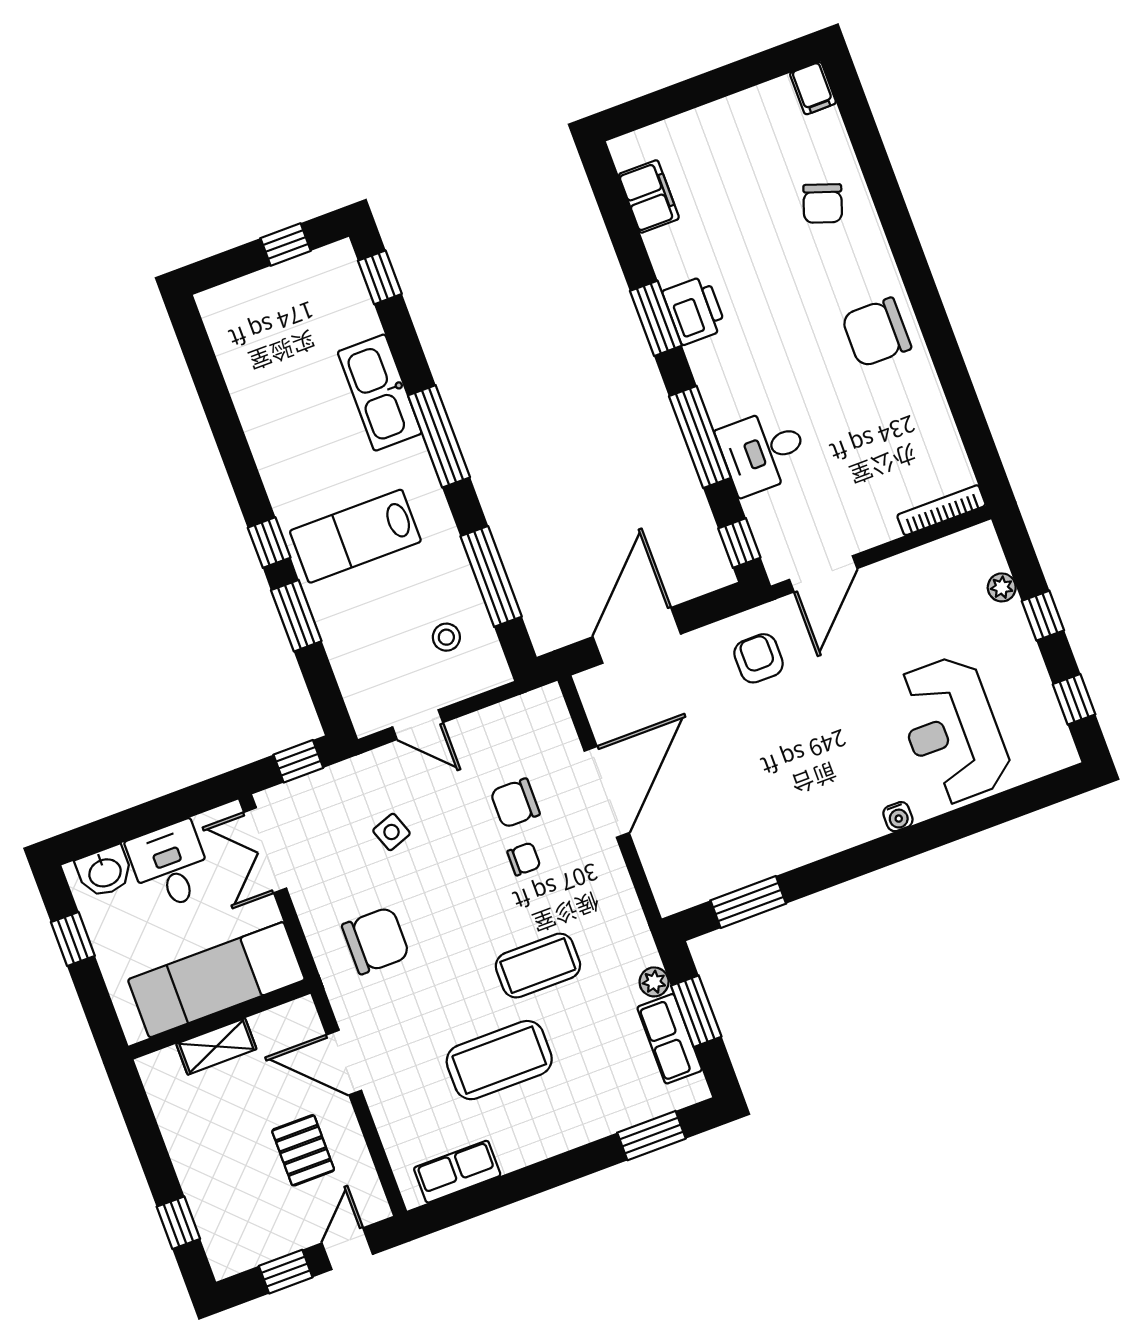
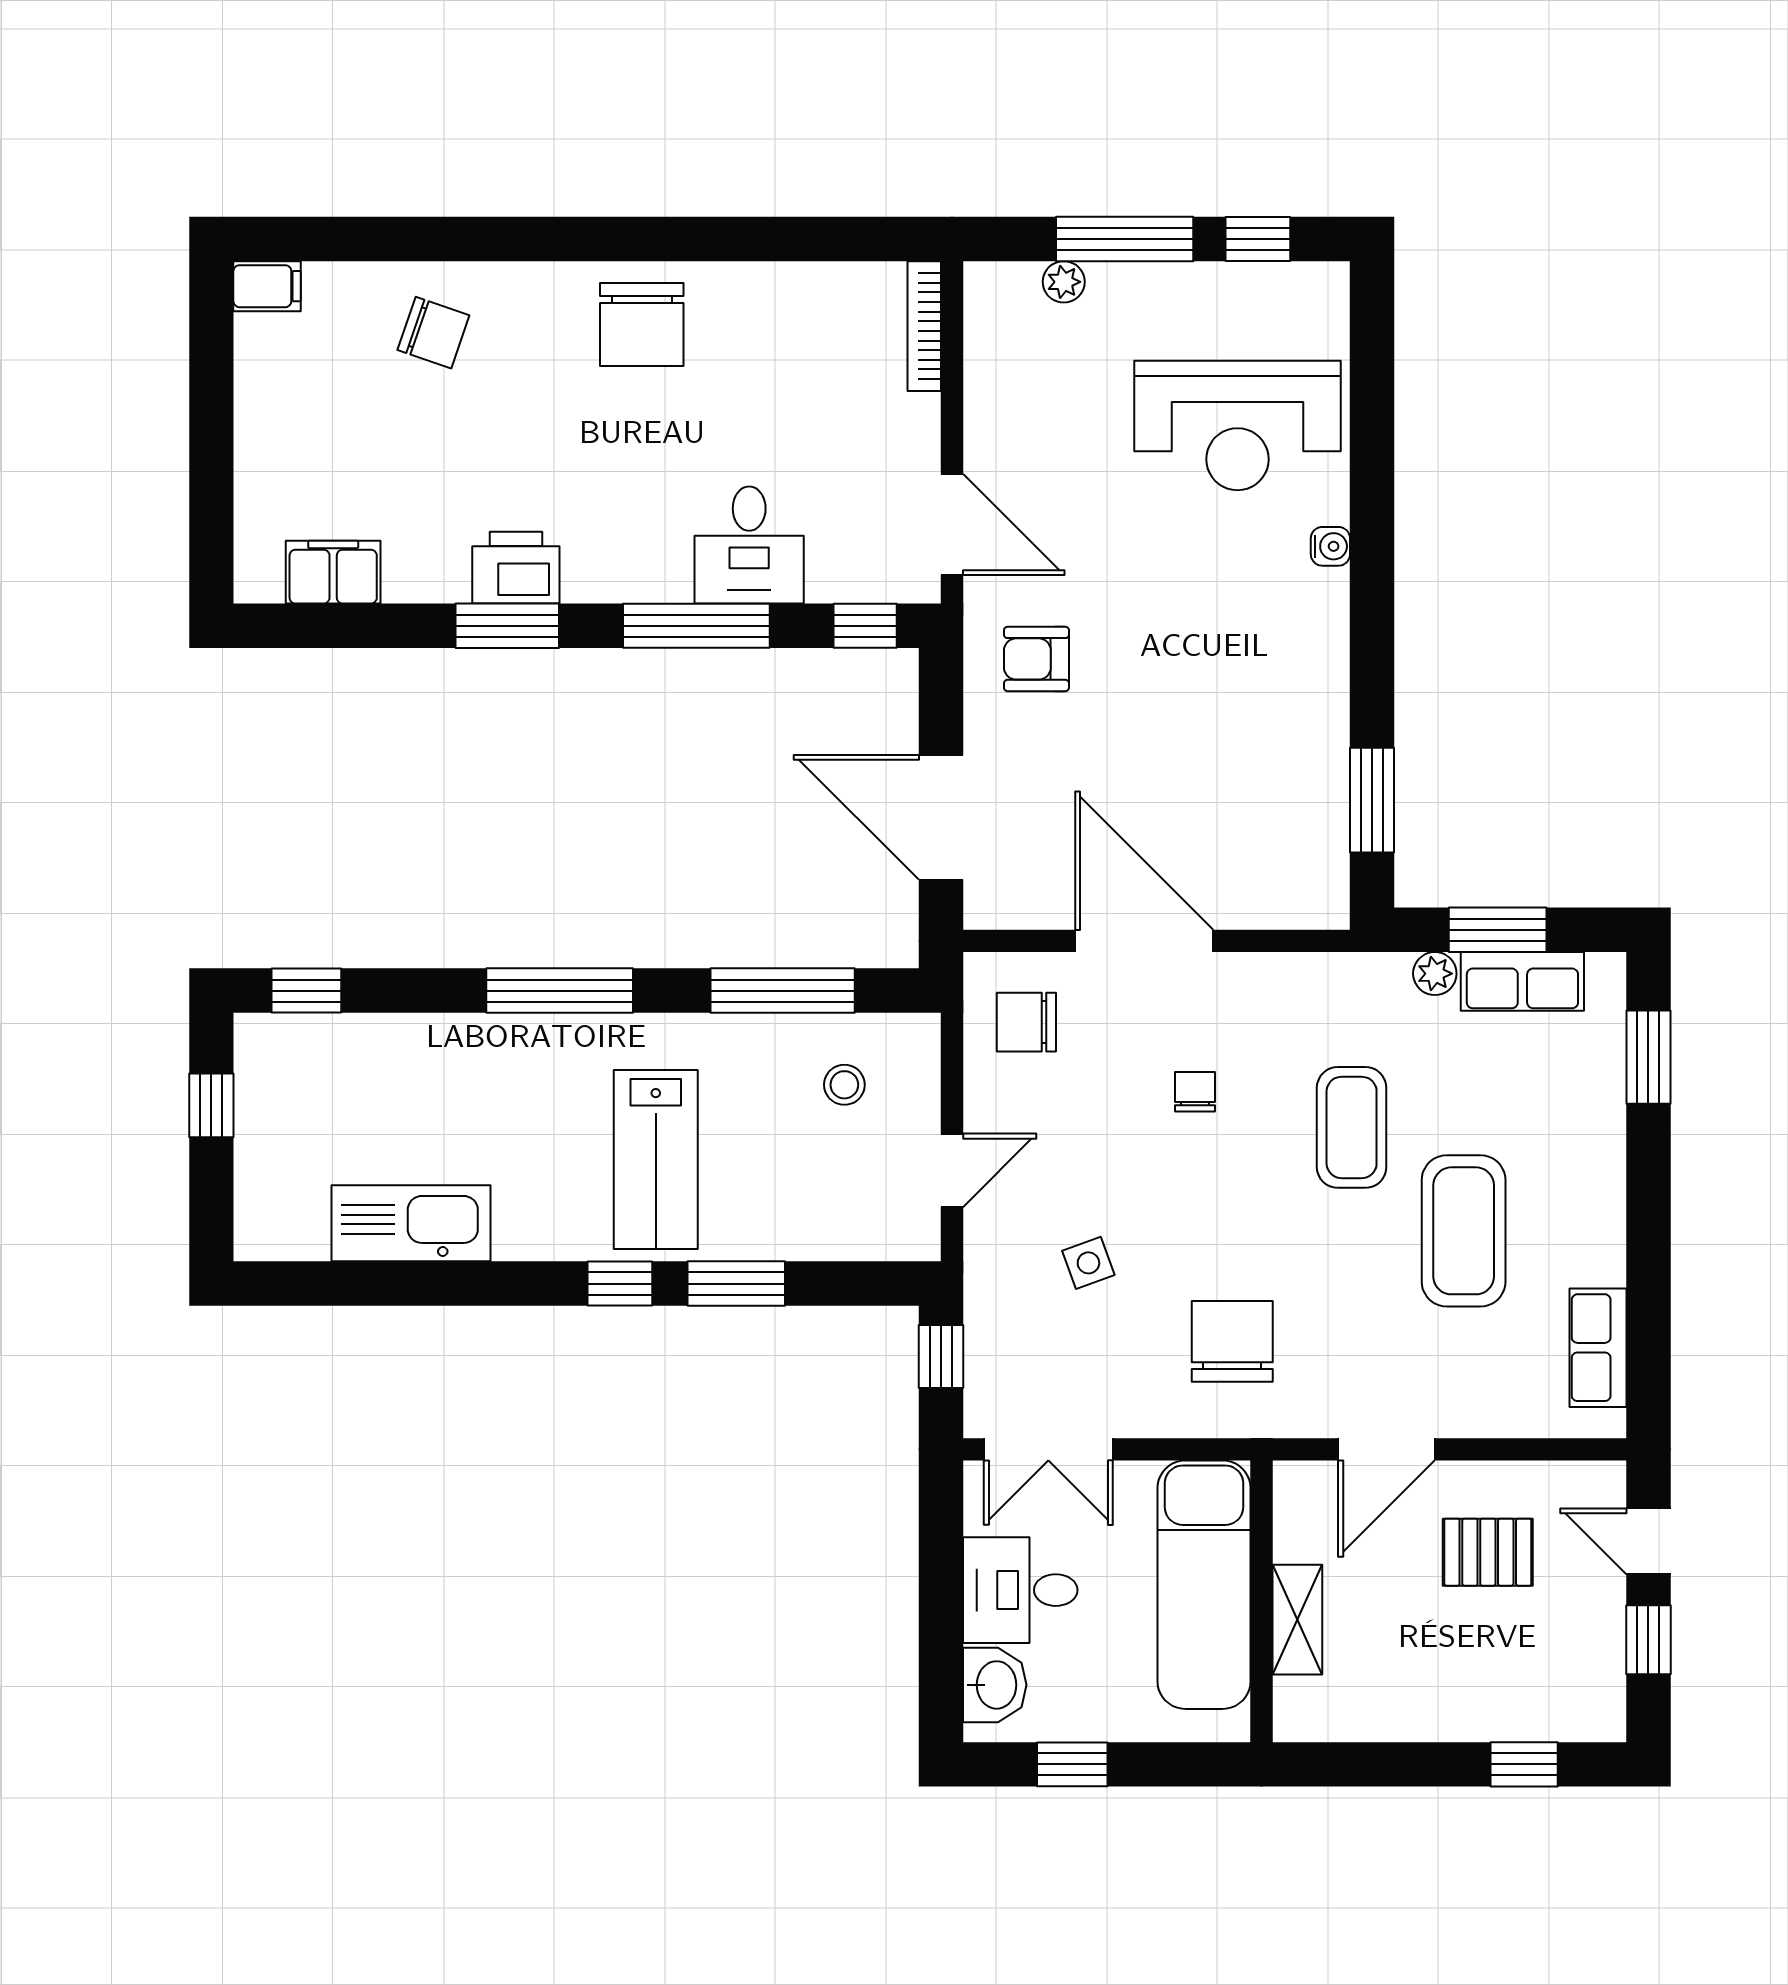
kitchen sink: (380, 393) -> (411, 1223), moved, turned 180
window: (1043, 616) -> (1125, 239), width x2.17
chair: (515, 803) -> (1026, 1022), moved, turned 90

